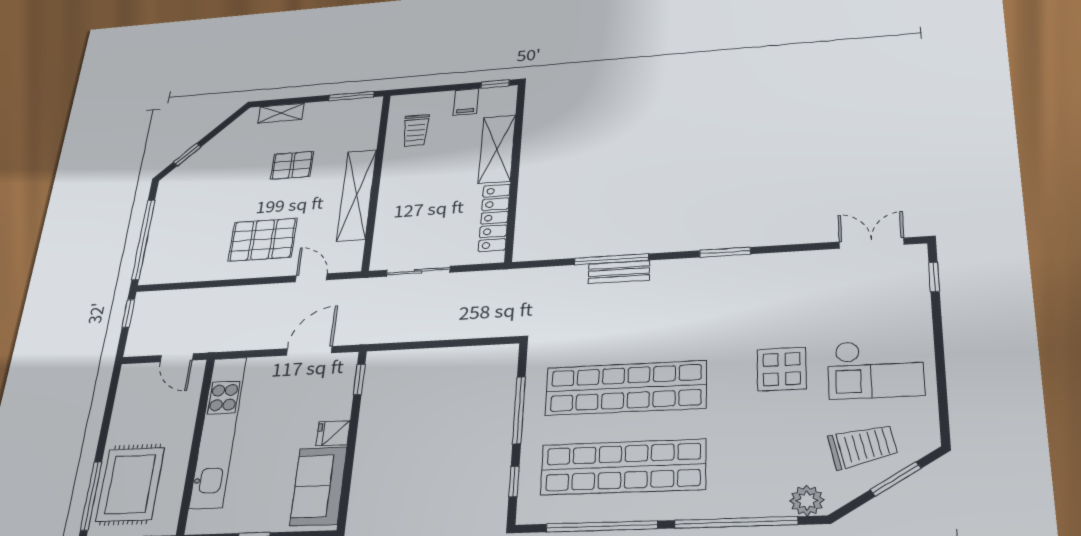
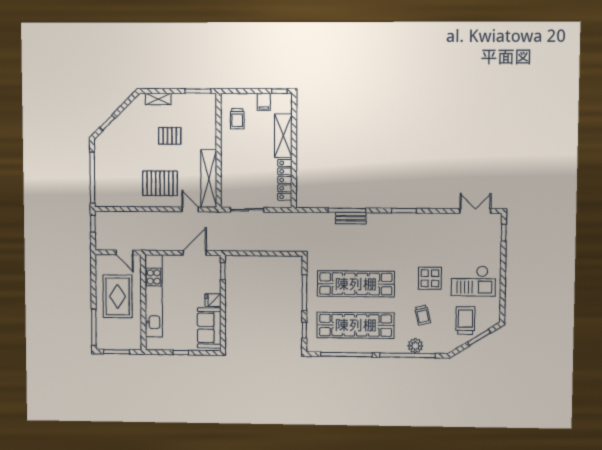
shelving: (357, 195) -> (209, 179), moved
trolley: (768, 440) -> (423, 315), added
trolley: (863, 446) -> (465, 321), turned -78
rug: (130, 484) -> (118, 296), moved
plant: (807, 501) -> (415, 346), moved

